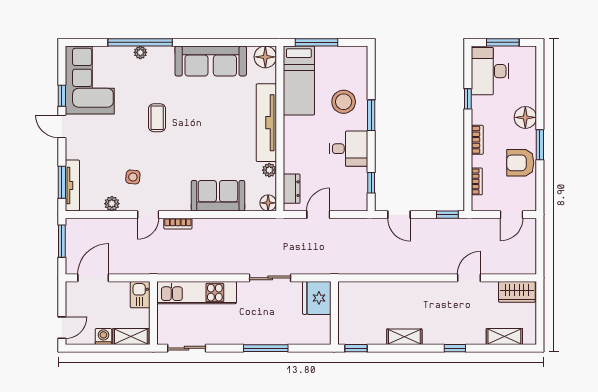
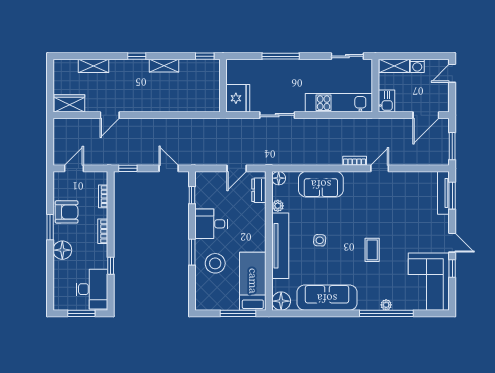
side table: (133, 177) -> (320, 240), moved
plant: (112, 204) -> (410, 178), removed
shelving: (504, 337) -> (93, 66), moved
window: (455, 348) -> (137, 56), moved

